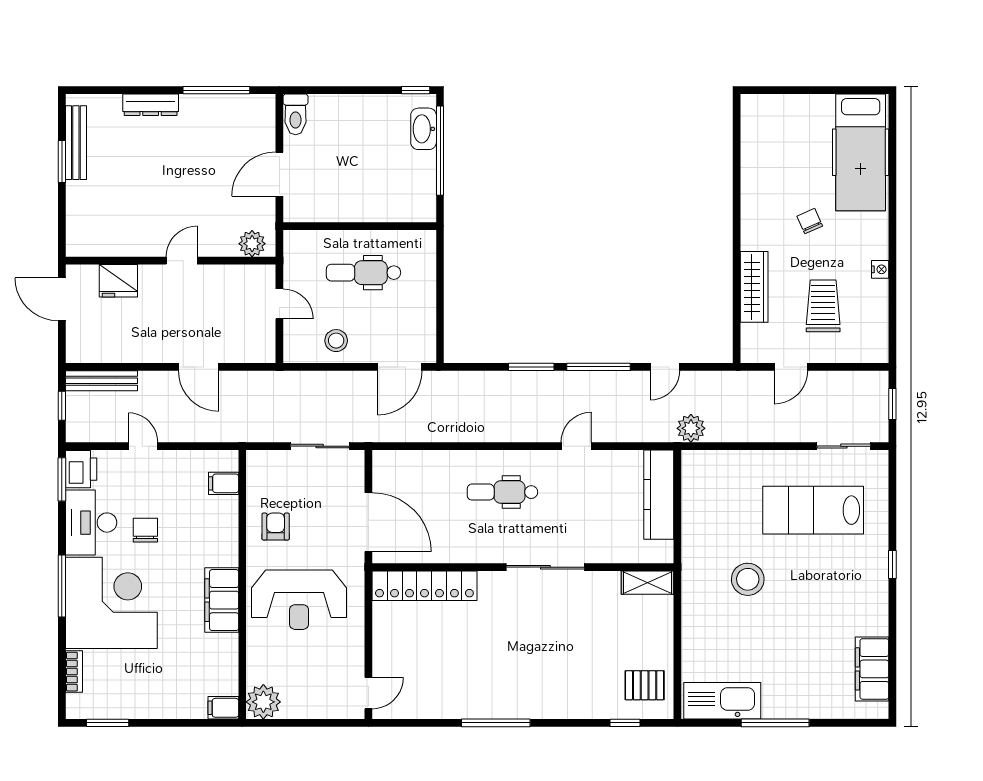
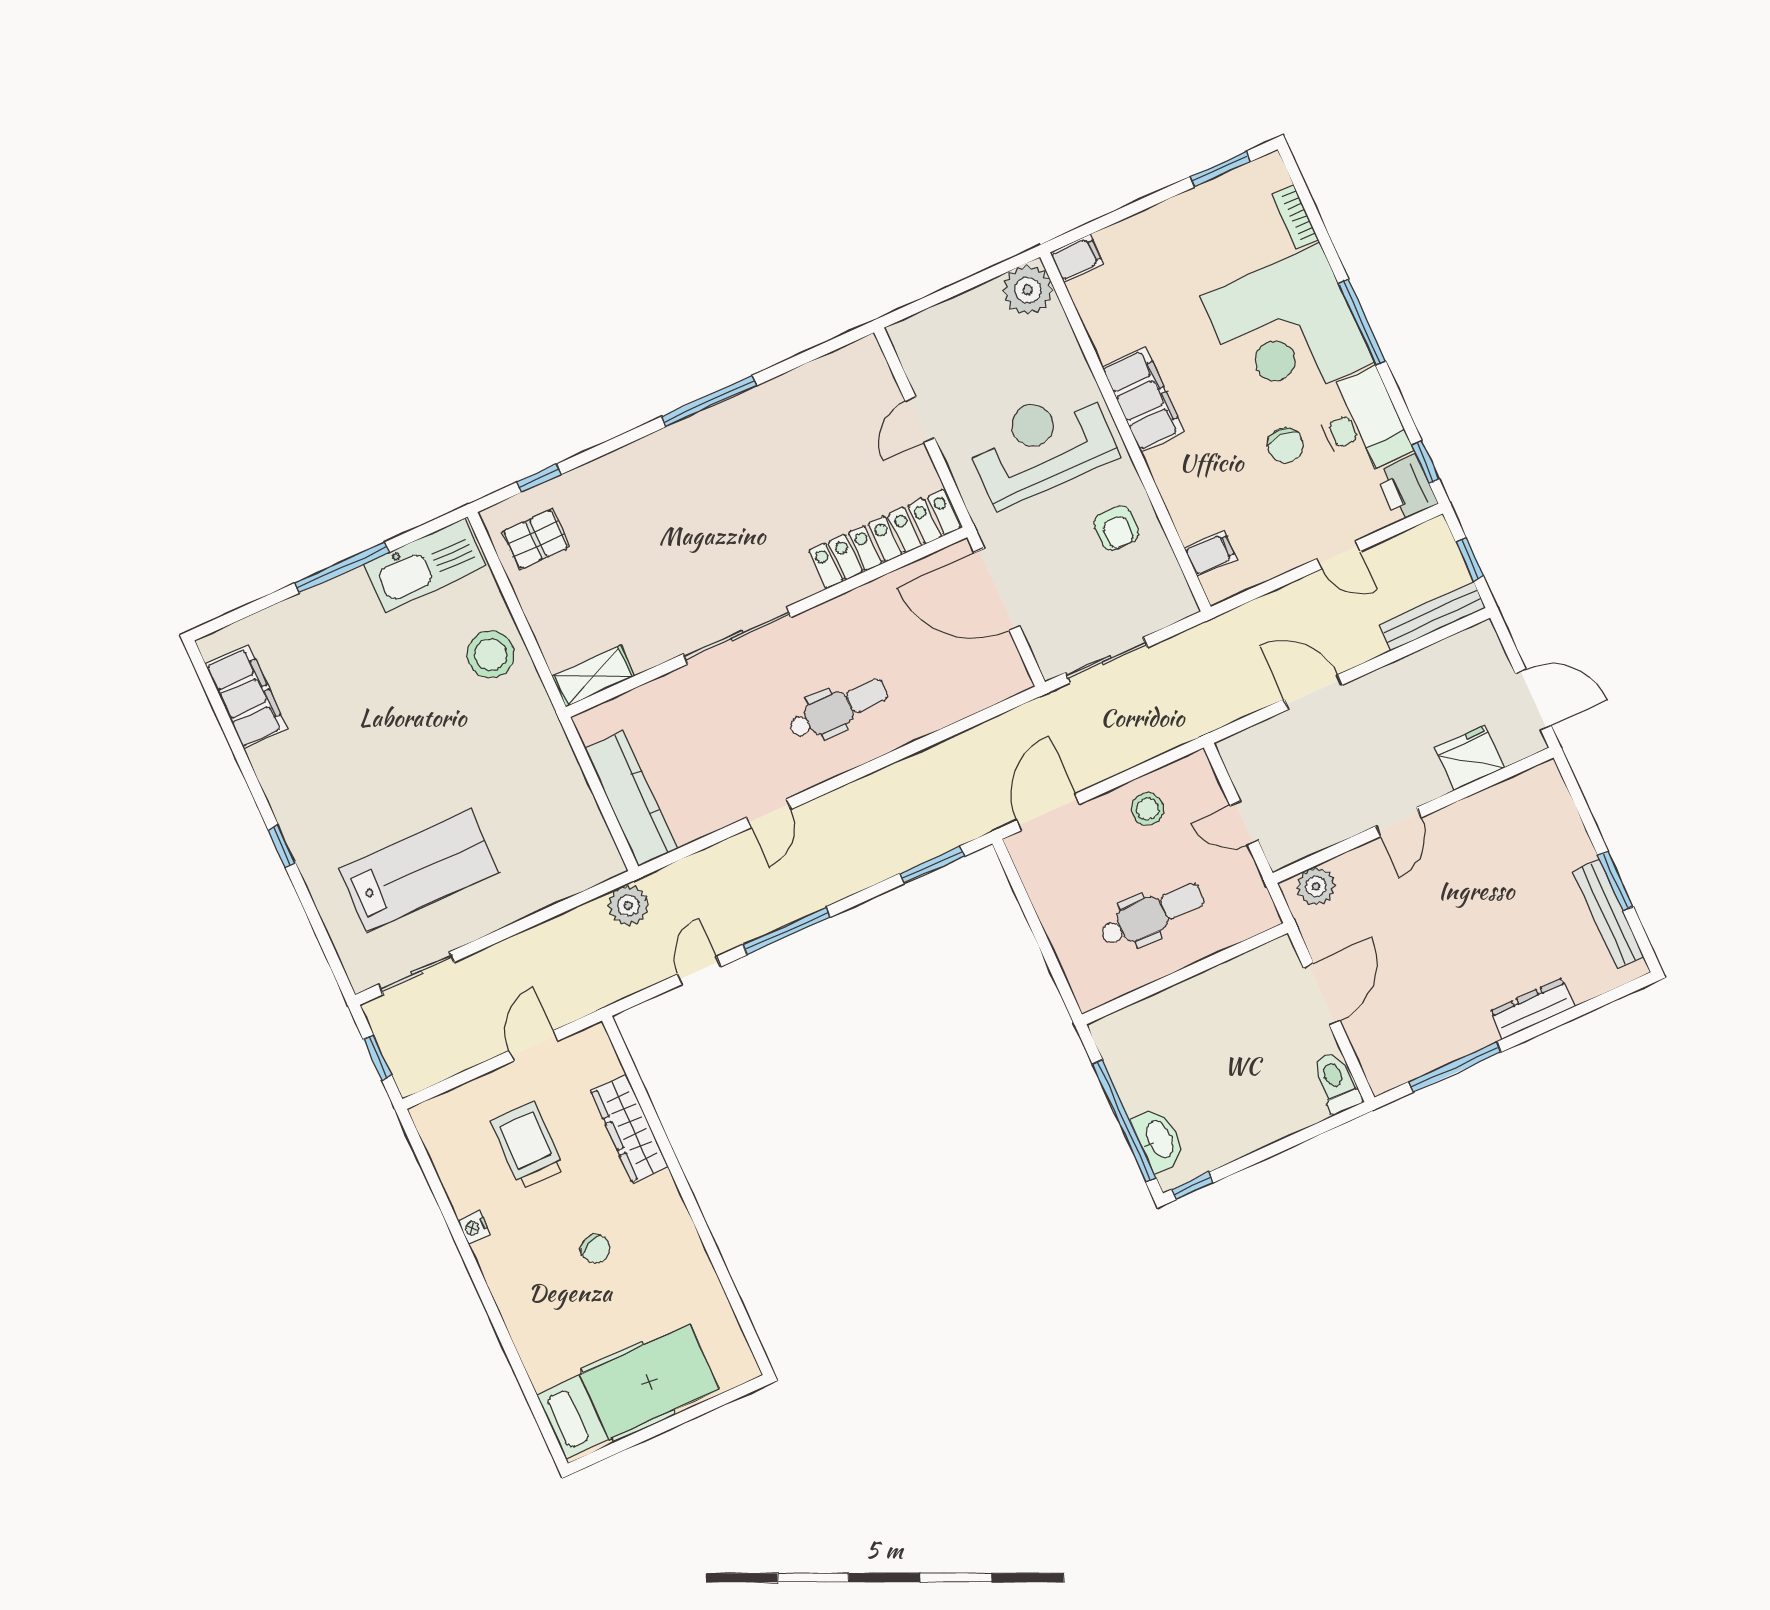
hospital bed: (861, 152) -> (628, 1392), moved, turned 90
trolley: (823, 306) -> (527, 1145), turned 180
window: (531, 367) -> (932, 865), moved
window: (62, 479) -> (1426, 462), width x0.67
stool: (748, 579) -> (491, 654), moved
door: (368, 693) -> (920, 419), moved

